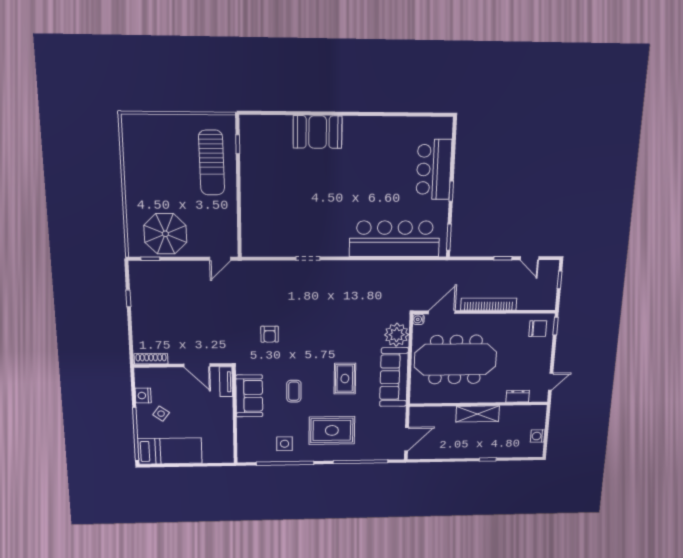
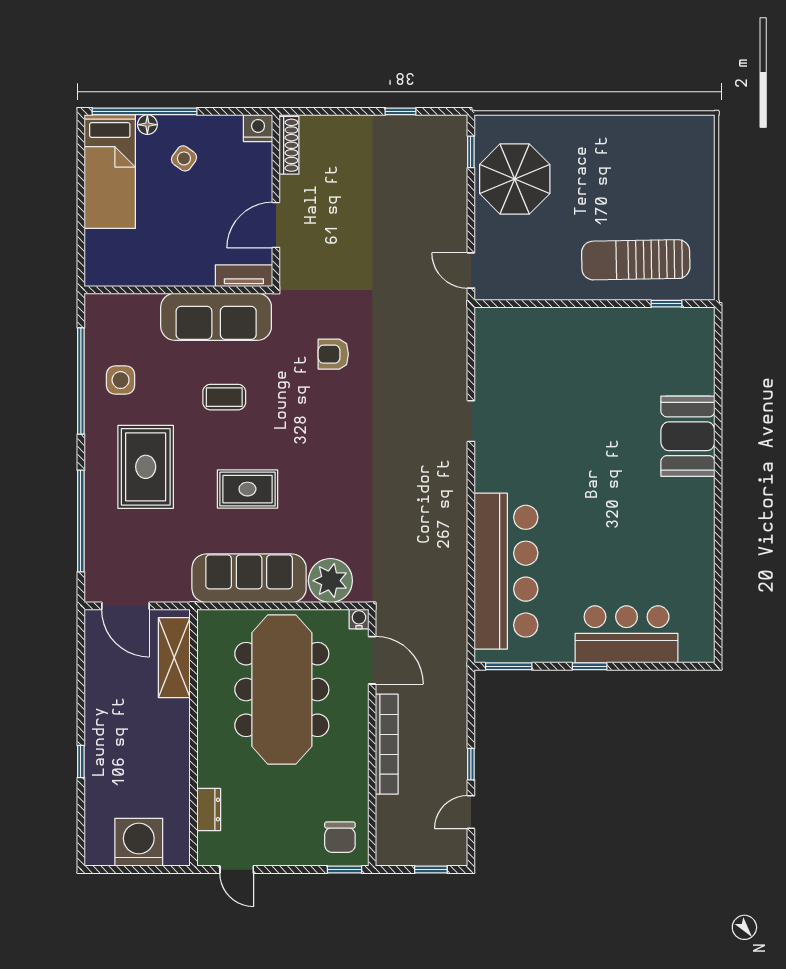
nightstand: (143, 396) -> (258, 128), moved
sofa: (249, 396) -> (216, 317), width x1.36
shelving: (478, 414) -> (174, 658), moved
floor lamp: (143, 433) -> (147, 125), added
washing machine: (538, 436) -> (139, 842), width x1.89, depth x1.89

